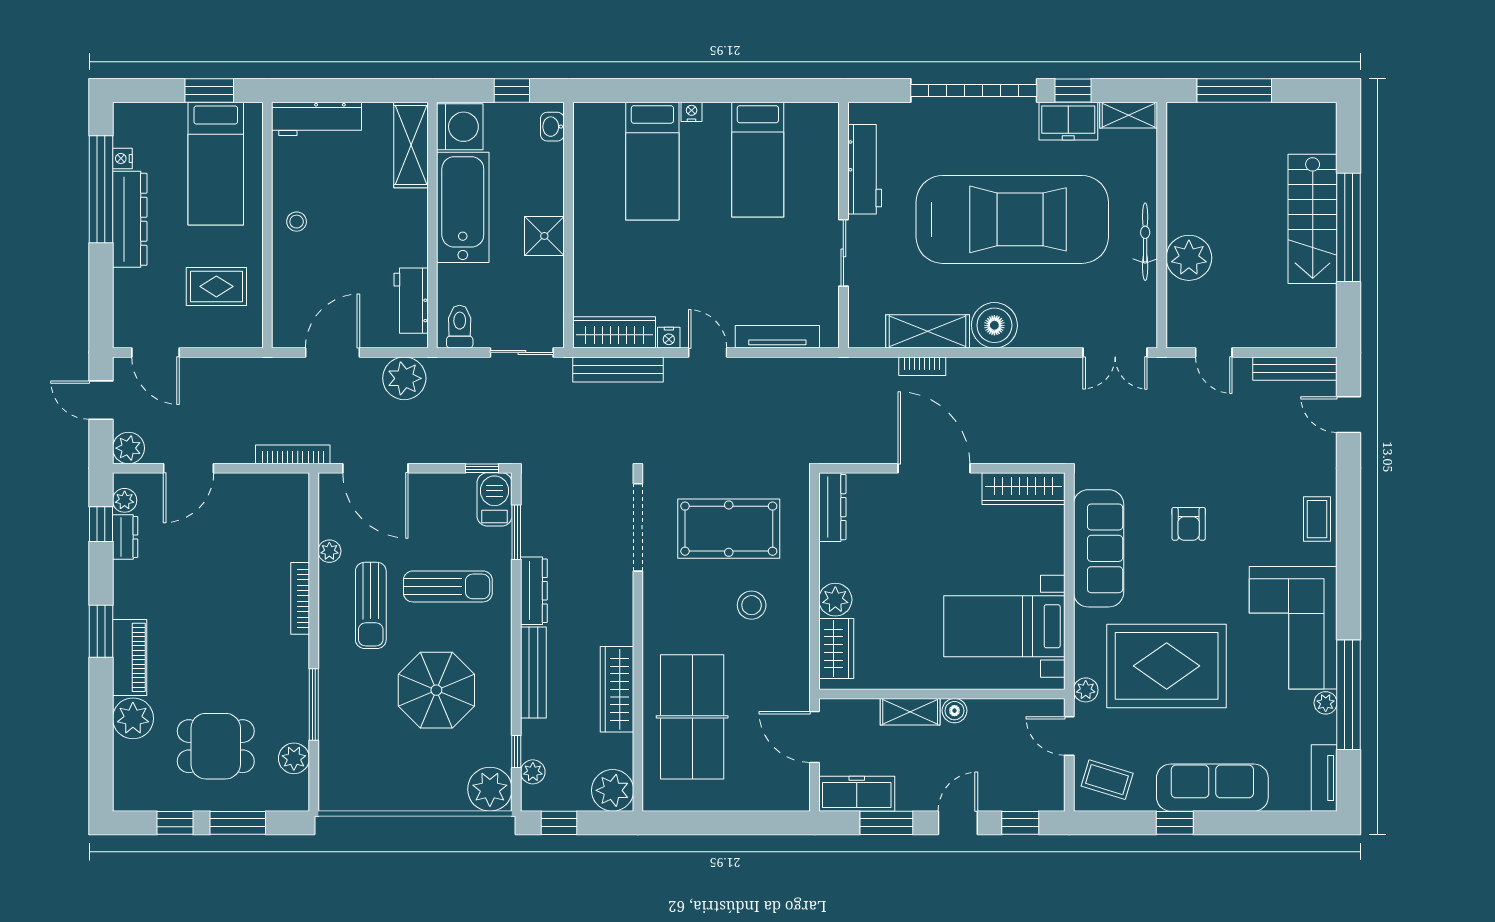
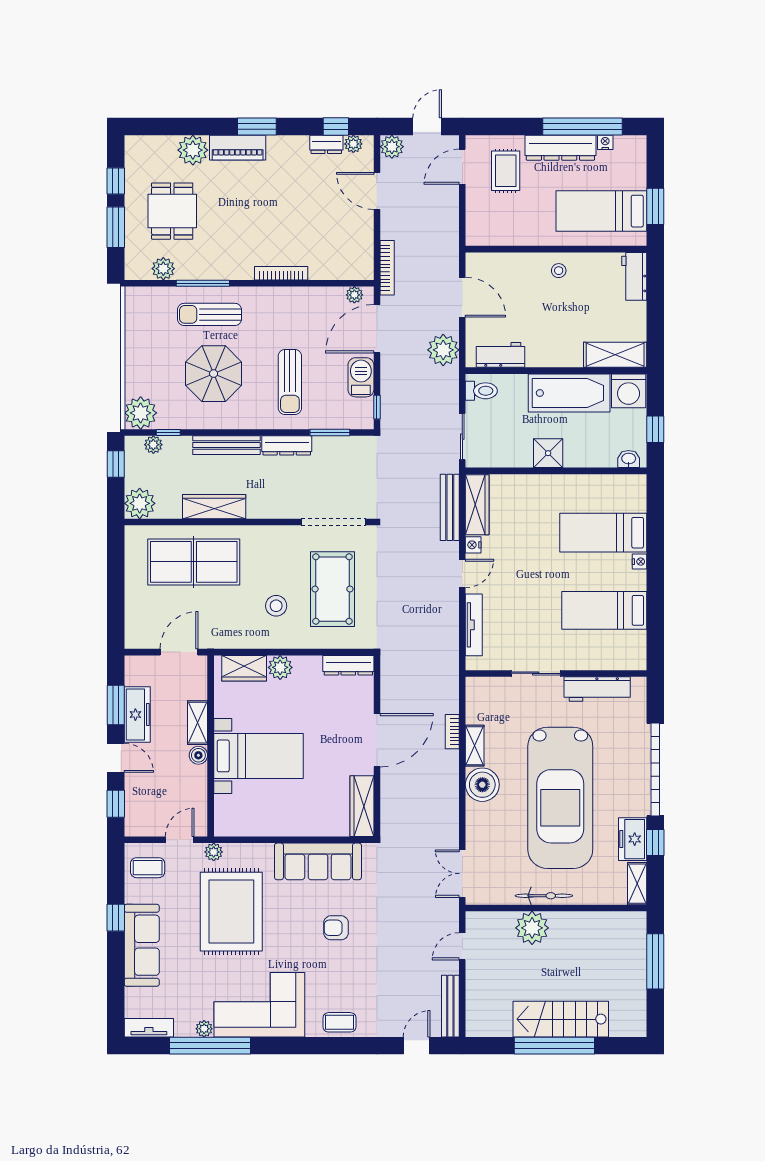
workbench: (317, 119) -> (634, 276), width x0.73
rug: (216, 286) -> (506, 171), moved
shelving: (928, 331) -> (475, 746), width x0.67, depth x0.75
barbecue: (495, 499) -> (361, 377), moved, turned -90
plant: (329, 551) -> (354, 295), moved
sun lounger: (371, 605) -> (209, 314), moved
bed with nightstands: (1004, 626) -> (258, 756), moved, turned 90
coffee table: (1107, 780) -> (148, 868), turned 73
freezer: (857, 794) -> (137, 715), moved

